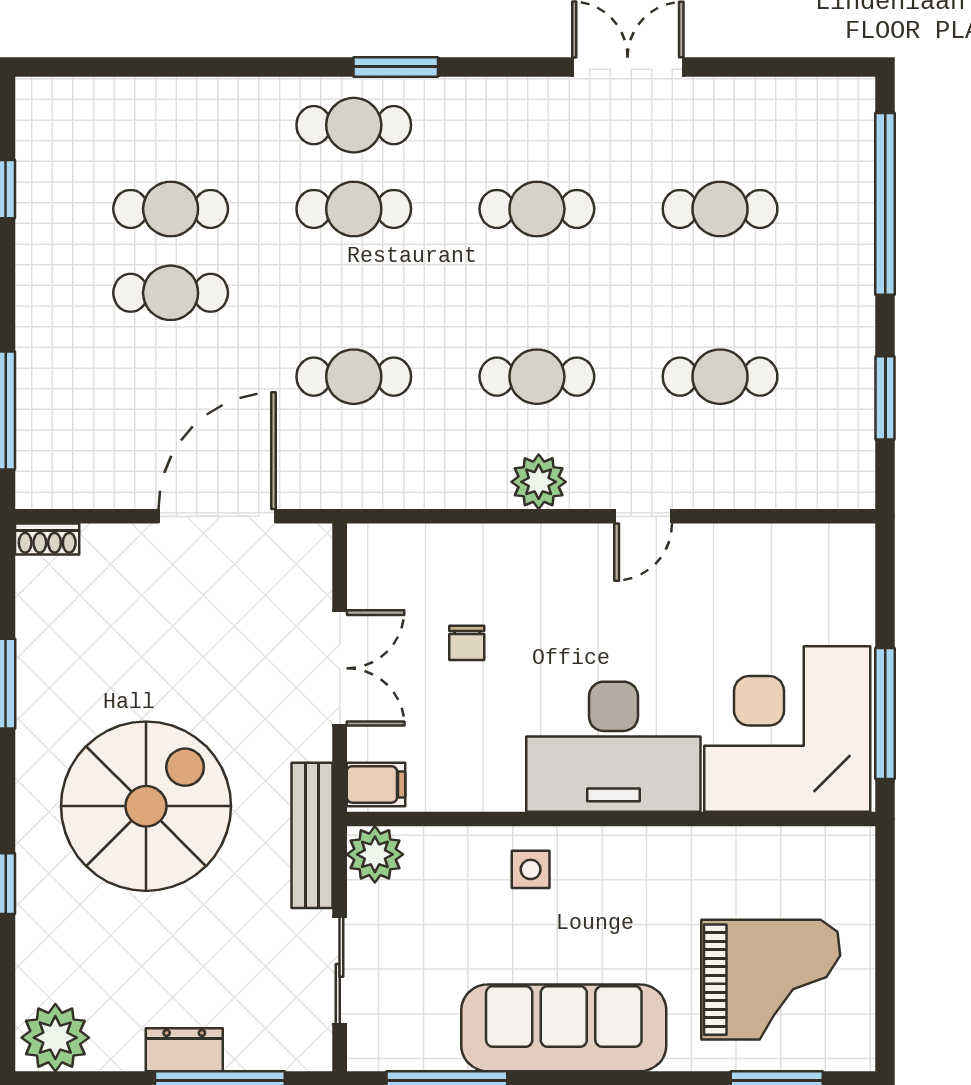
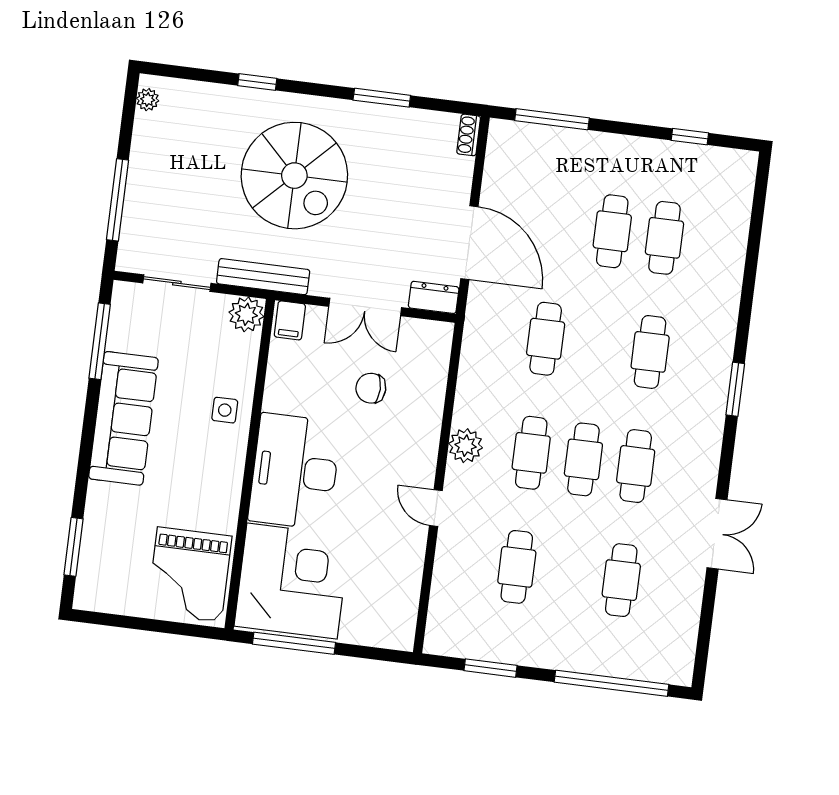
cafe table: (354, 125) -> (583, 459), moved
chair: (467, 643) -> (371, 388), width x1.37, depth x1.37
grand piano: (771, 980) -> (189, 575), moved
plant: (55, 1038) -> (148, 100), width x0.53, depth x0.53
dresser: (184, 1050) -> (434, 297), moved, turned -90

